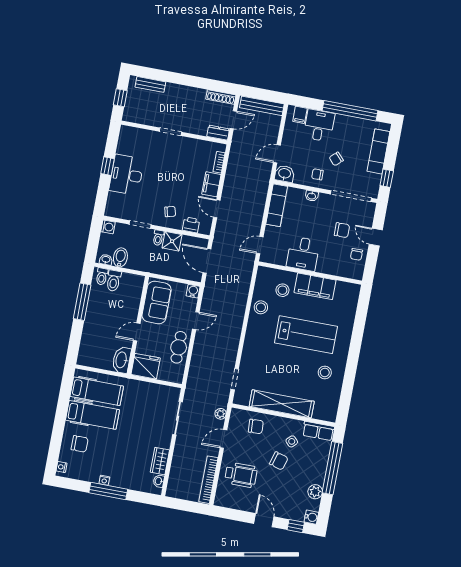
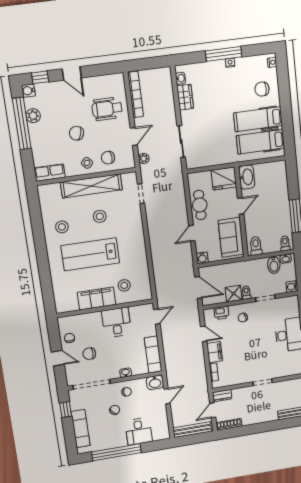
filing cabinet: (300, 115) -> (158, 434), removed
toilet: (114, 281) -> (256, 246), moved
stool: (261, 307) -> (100, 216), moved
side table: (292, 441) -> (87, 163), moved
window: (332, 468) -> (22, 123), moved

